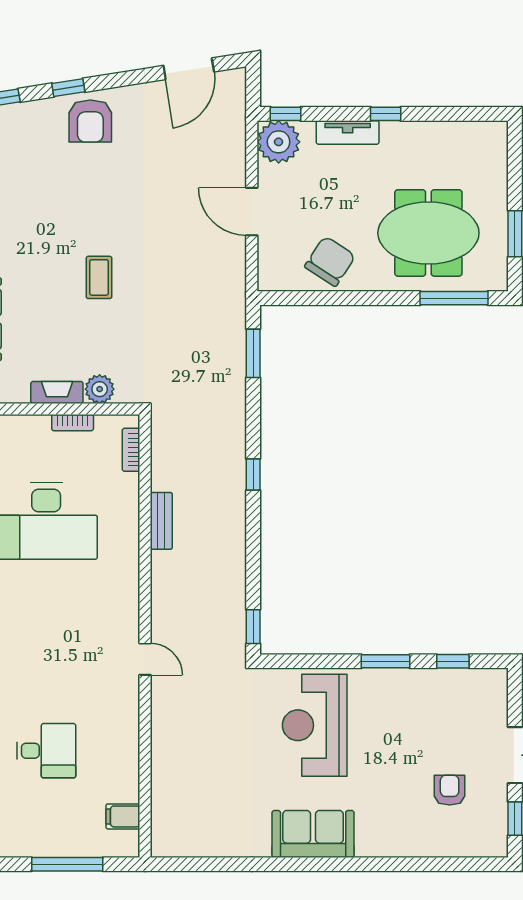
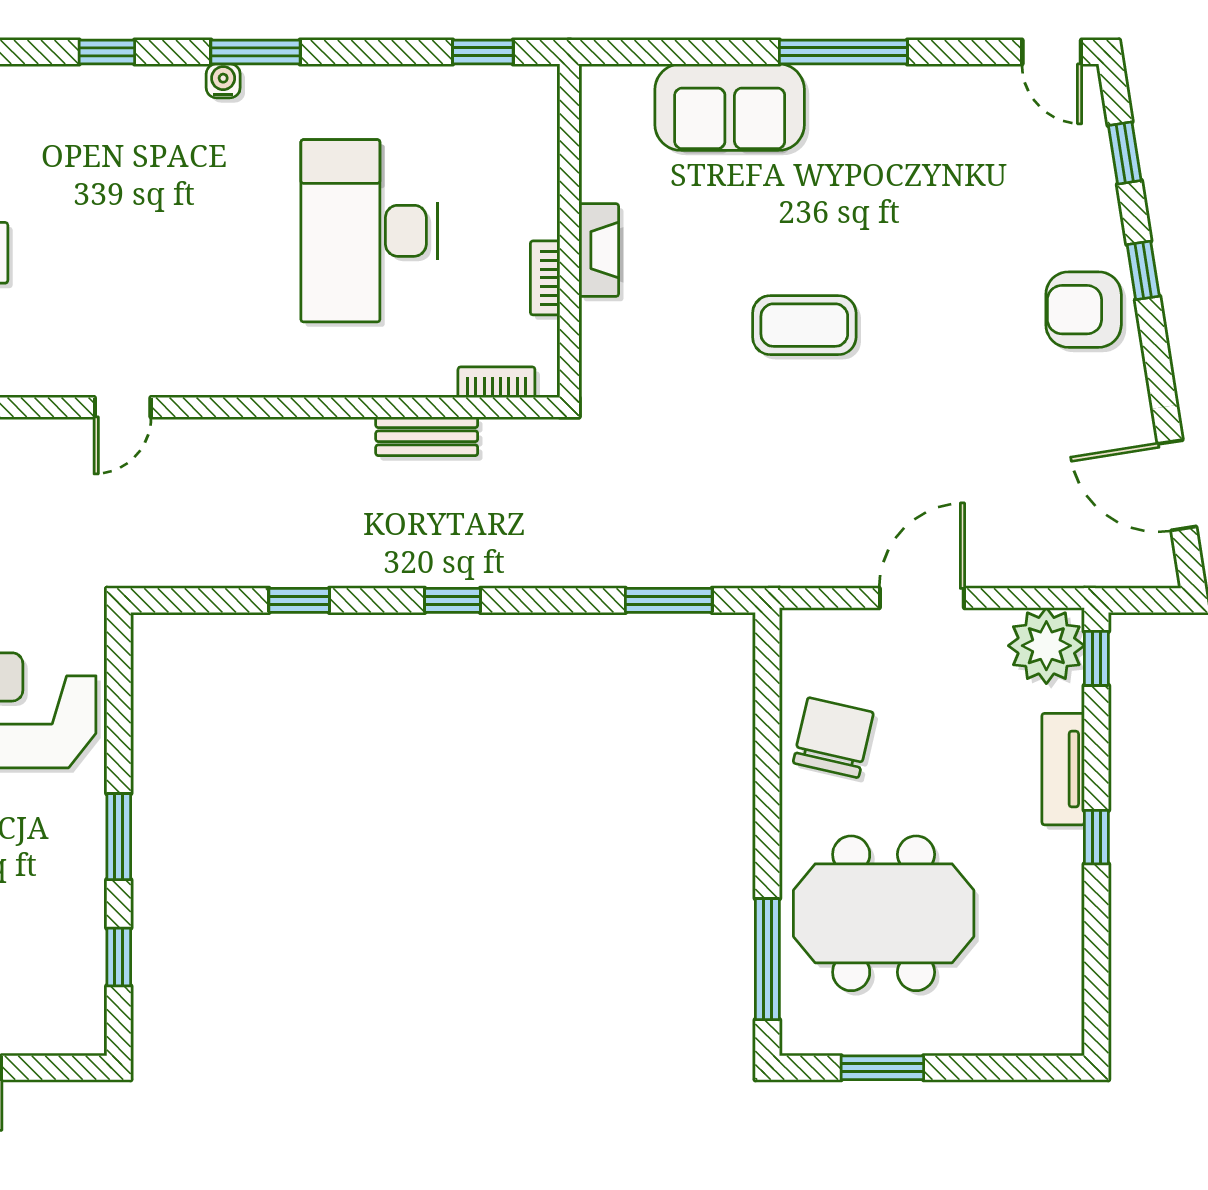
meeting table: (428, 233) -> (884, 913), turned 90
chair: (330, 261) -> (833, 738), turned -110
coffee table: (99, 277) -> (804, 325), width x1.36, depth x1.30
plant: (100, 389) -> (605, 326), removed
bench: (161, 521) -> (427, 436), moved
window: (253, 627) -> (299, 600), moved

